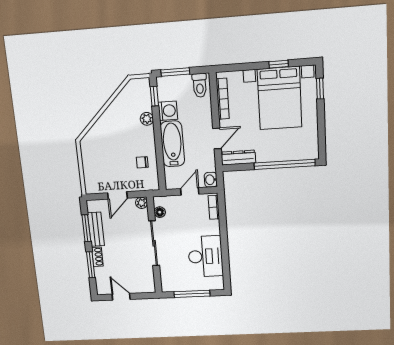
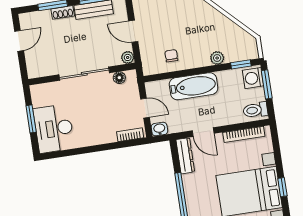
washing machine: (168, 111) -> (253, 78), moved, turned 90
desk: (205, 256) -> (54, 129), moved, turned 90
window: (192, 294) -> (31, 119), width x0.69

